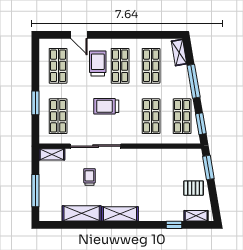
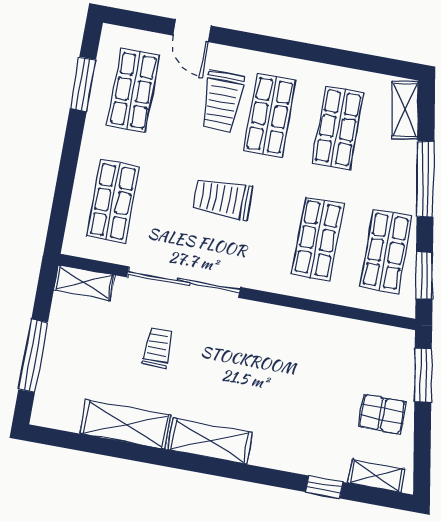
trolley: (98, 64) -> (222, 101), turned 180
window: (35, 103) -> (83, 84), moved

